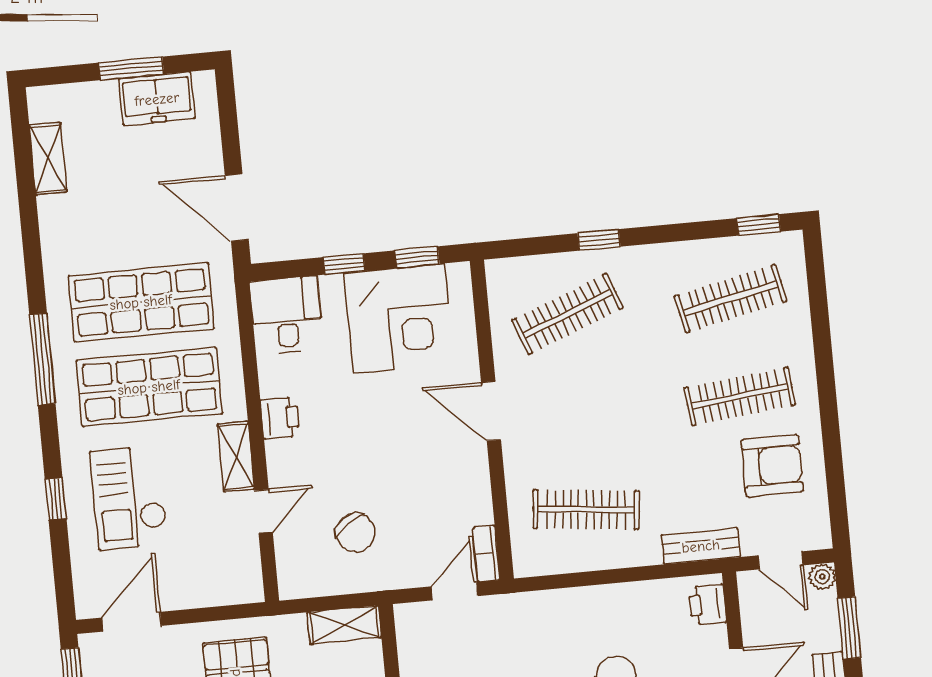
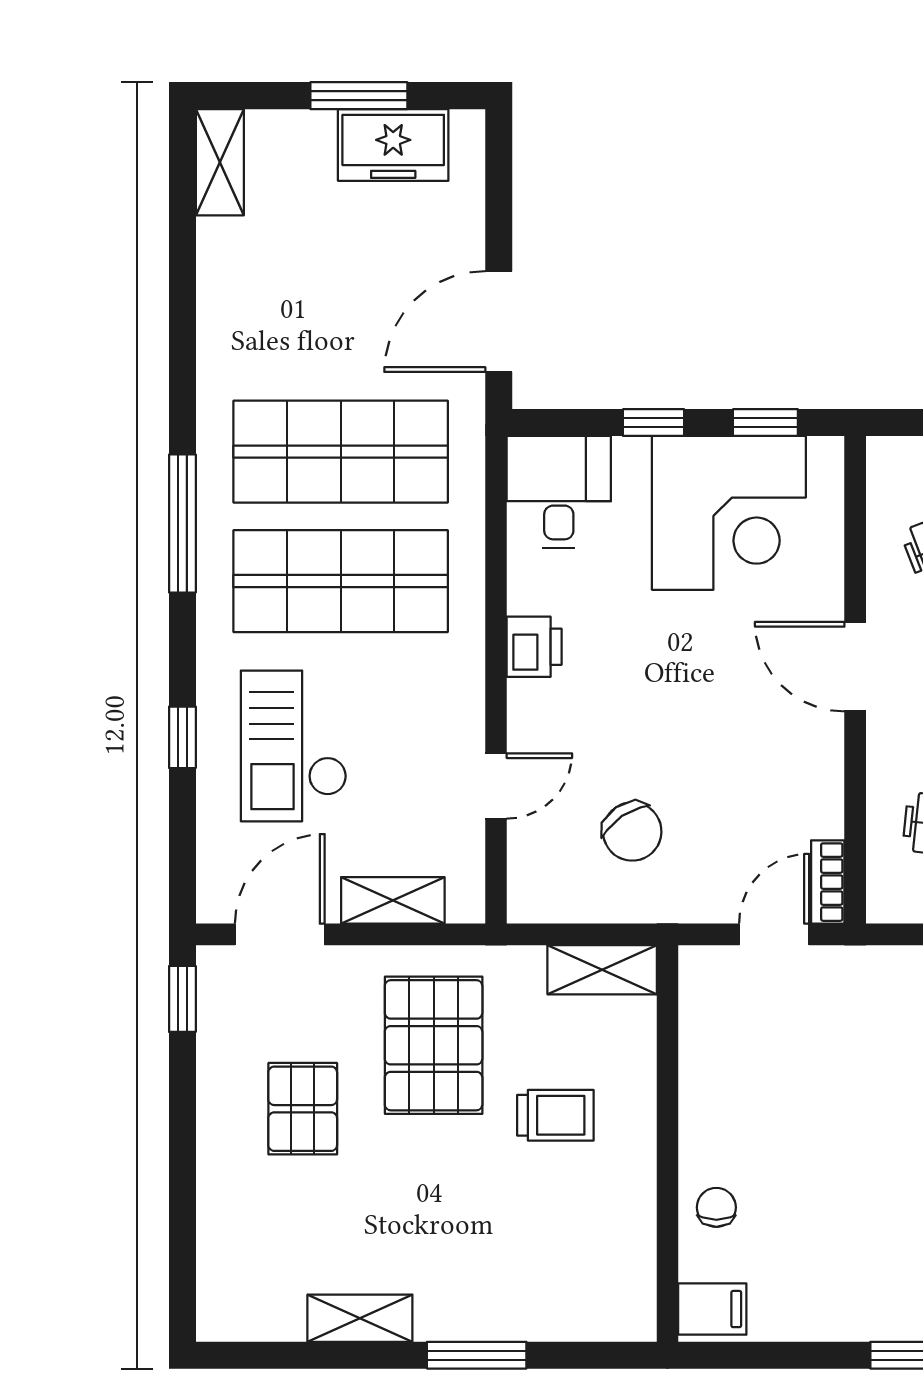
shelving: (48, 159) -> (220, 162), moved
door: (237, 207) -> (499, 322), hinge flipped
shelving: (236, 456) -> (393, 900), moved, turned 90

